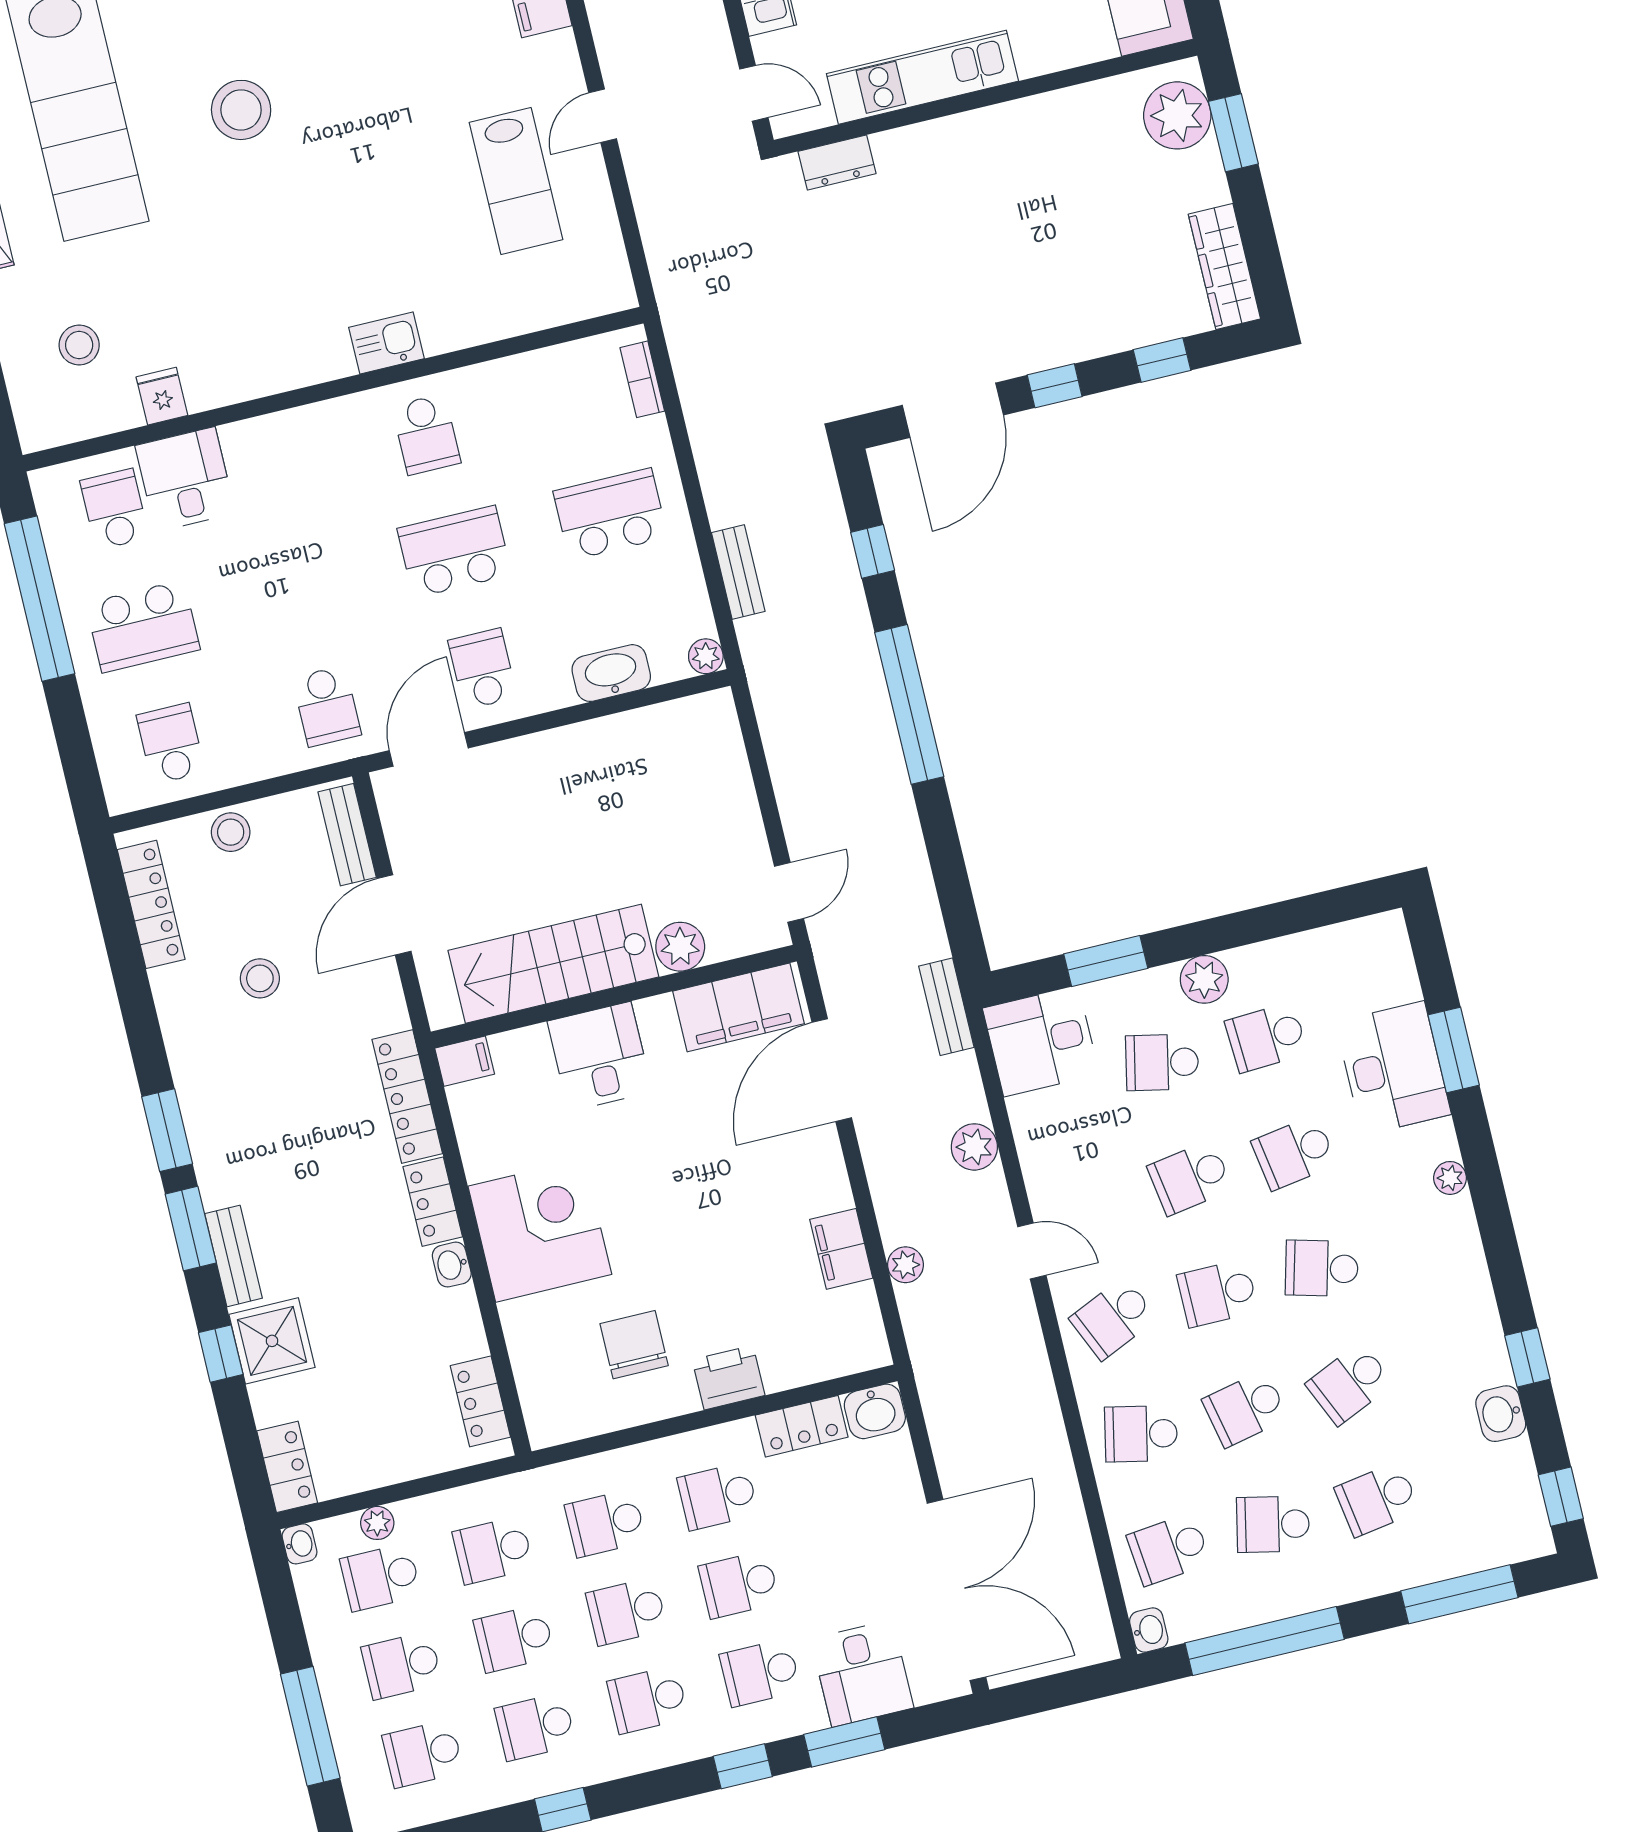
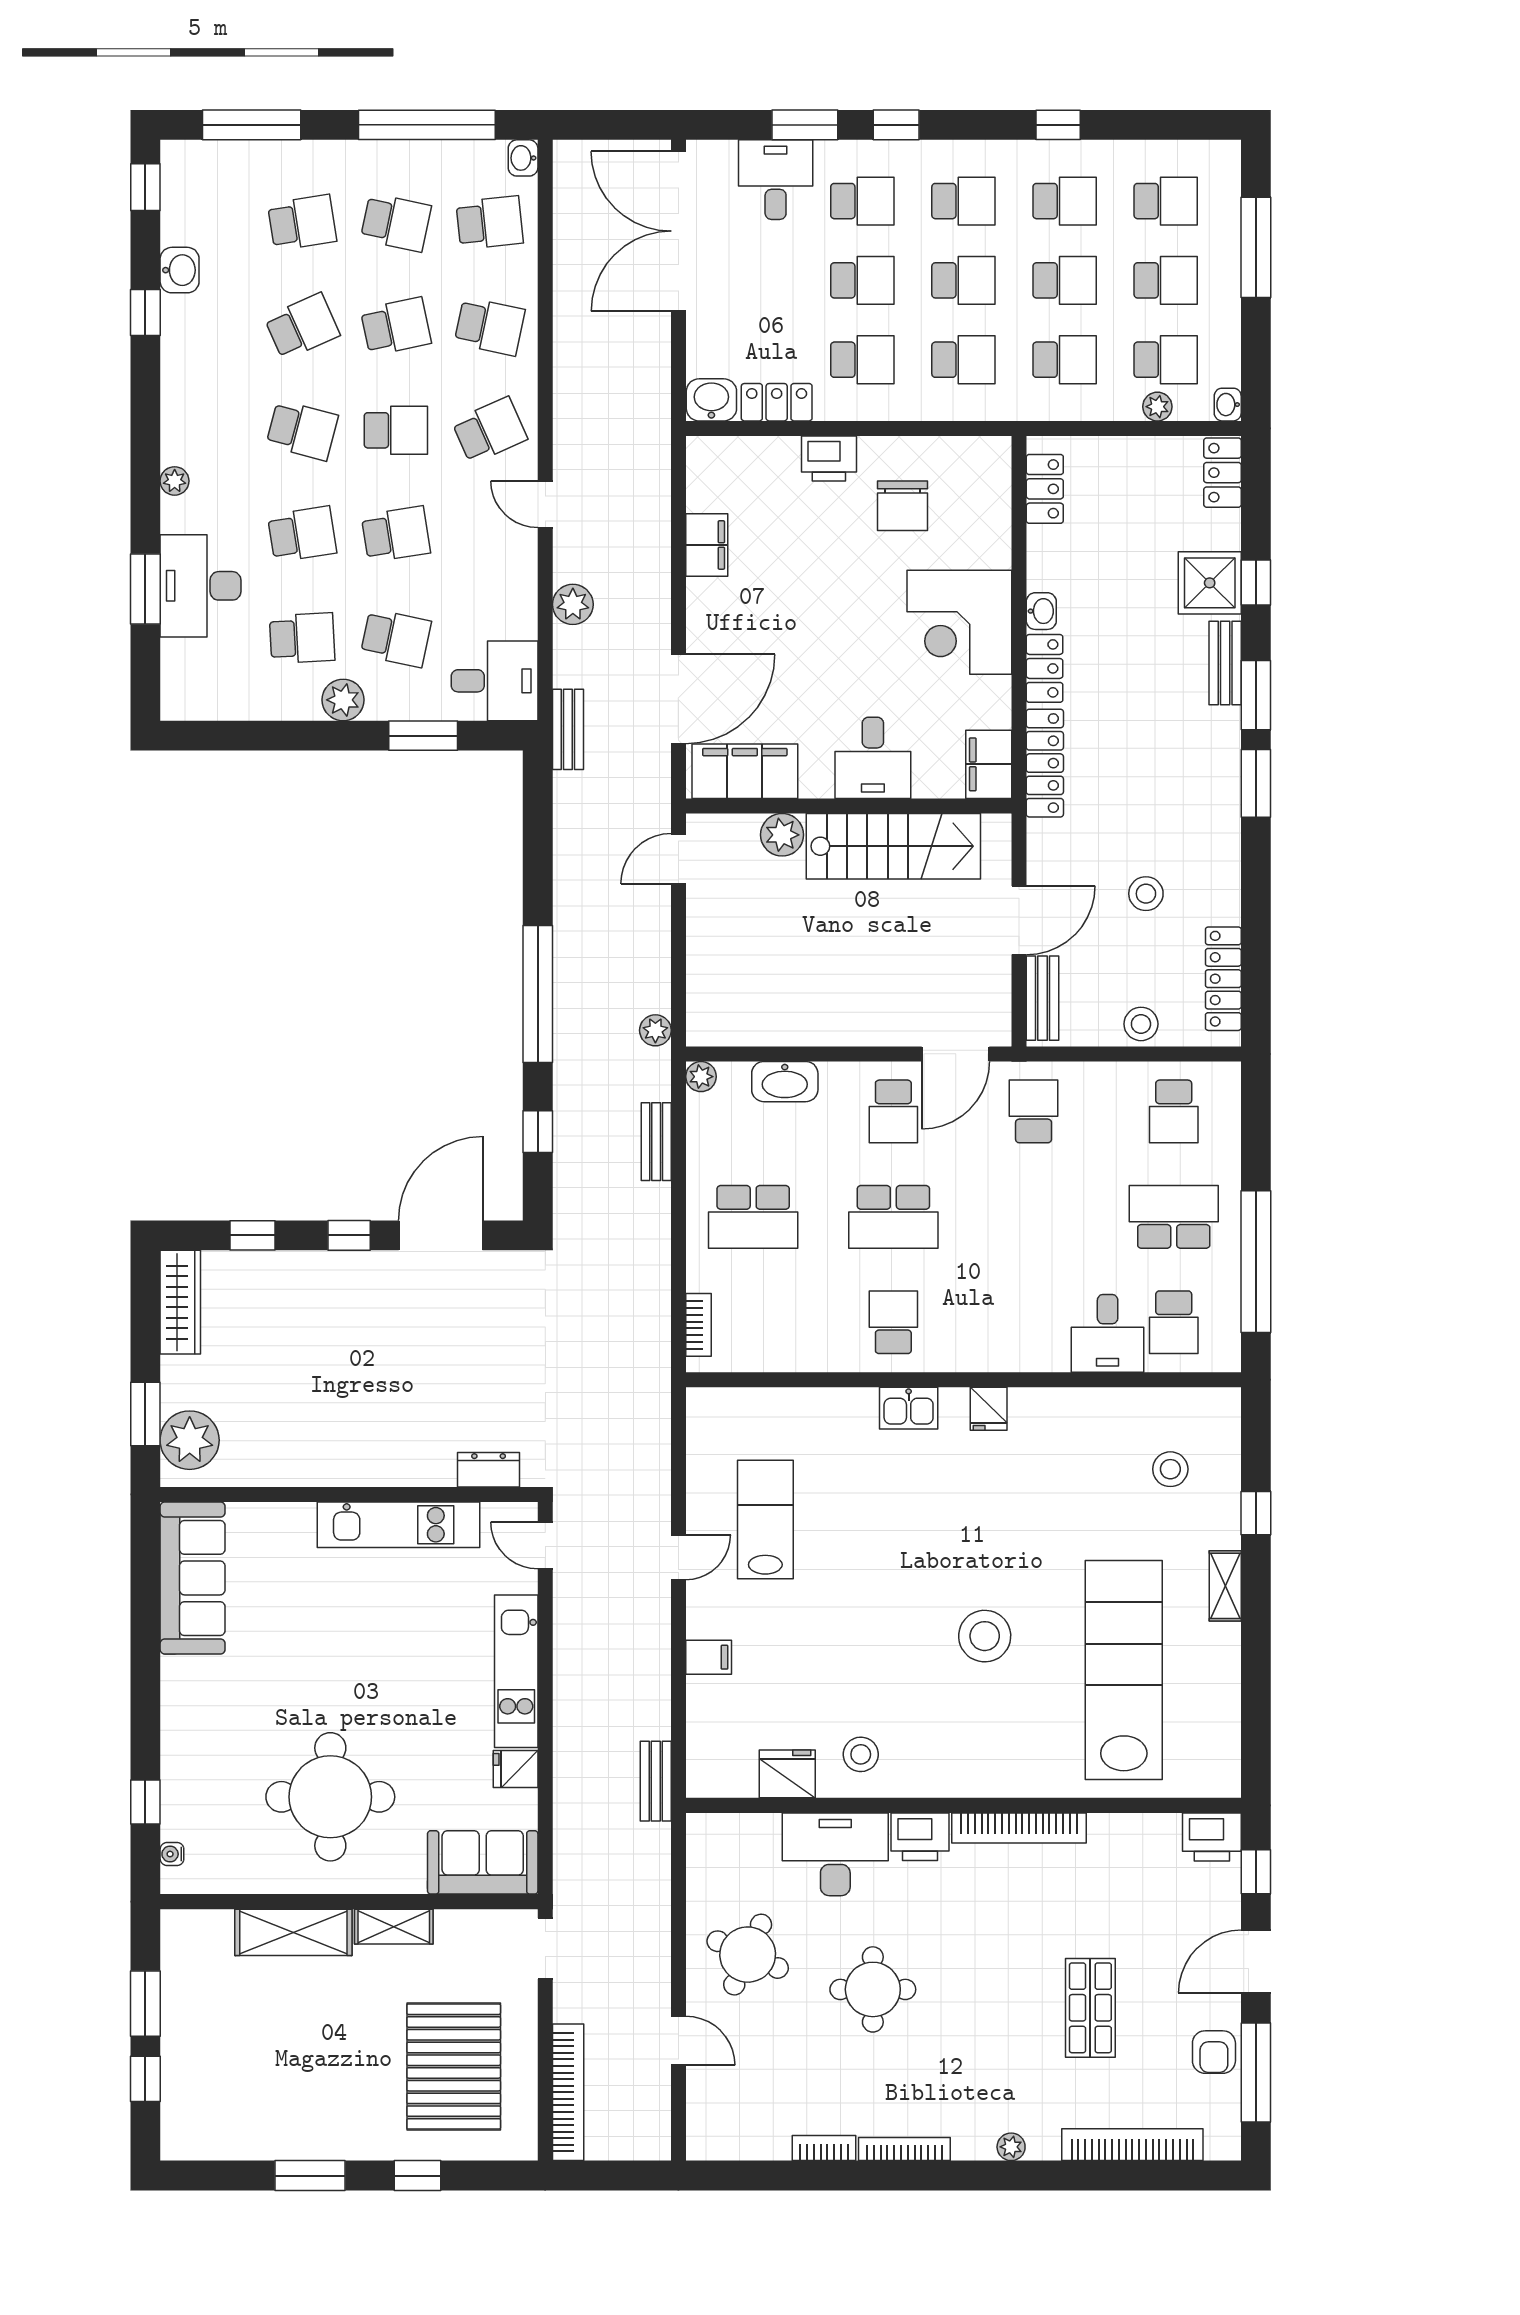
fridge: (162, 396) -> (989, 1409), moved
filing cabinet: (465, 1061) -> (989, 764), width x2.00
plant: (905, 1265) -> (655, 1030), moved

